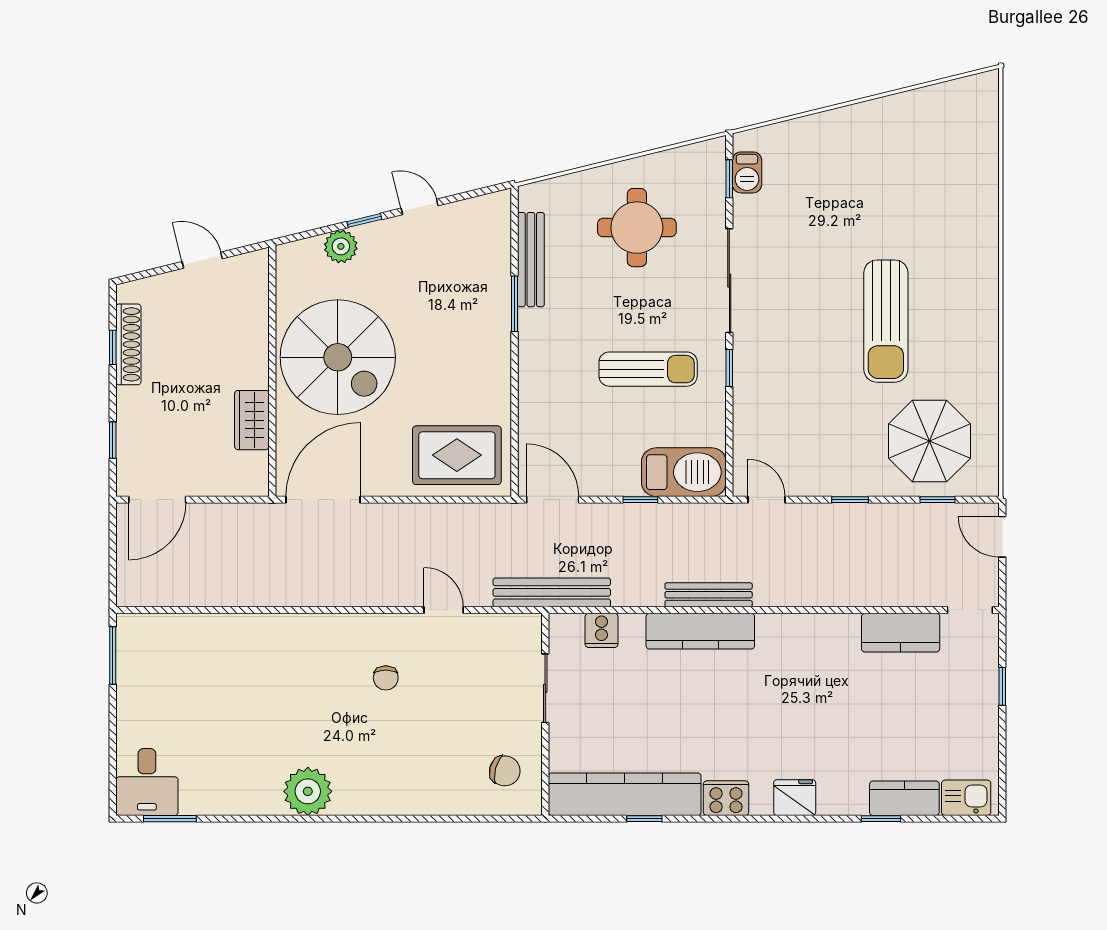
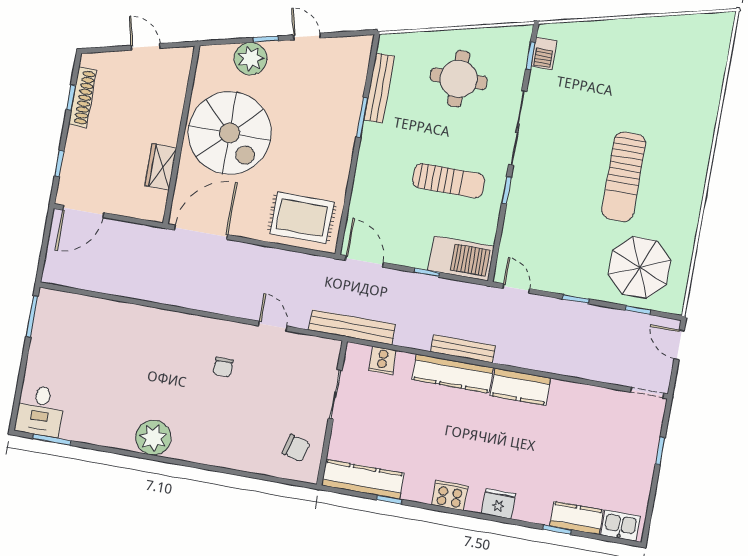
plant: (341, 246) -> (250, 59), width x1.36, depth x1.36
kitchen counter: (901, 633) -> (520, 387), moved
kitchen counter: (625, 794) -> (363, 479), width x0.72, depth x0.86

